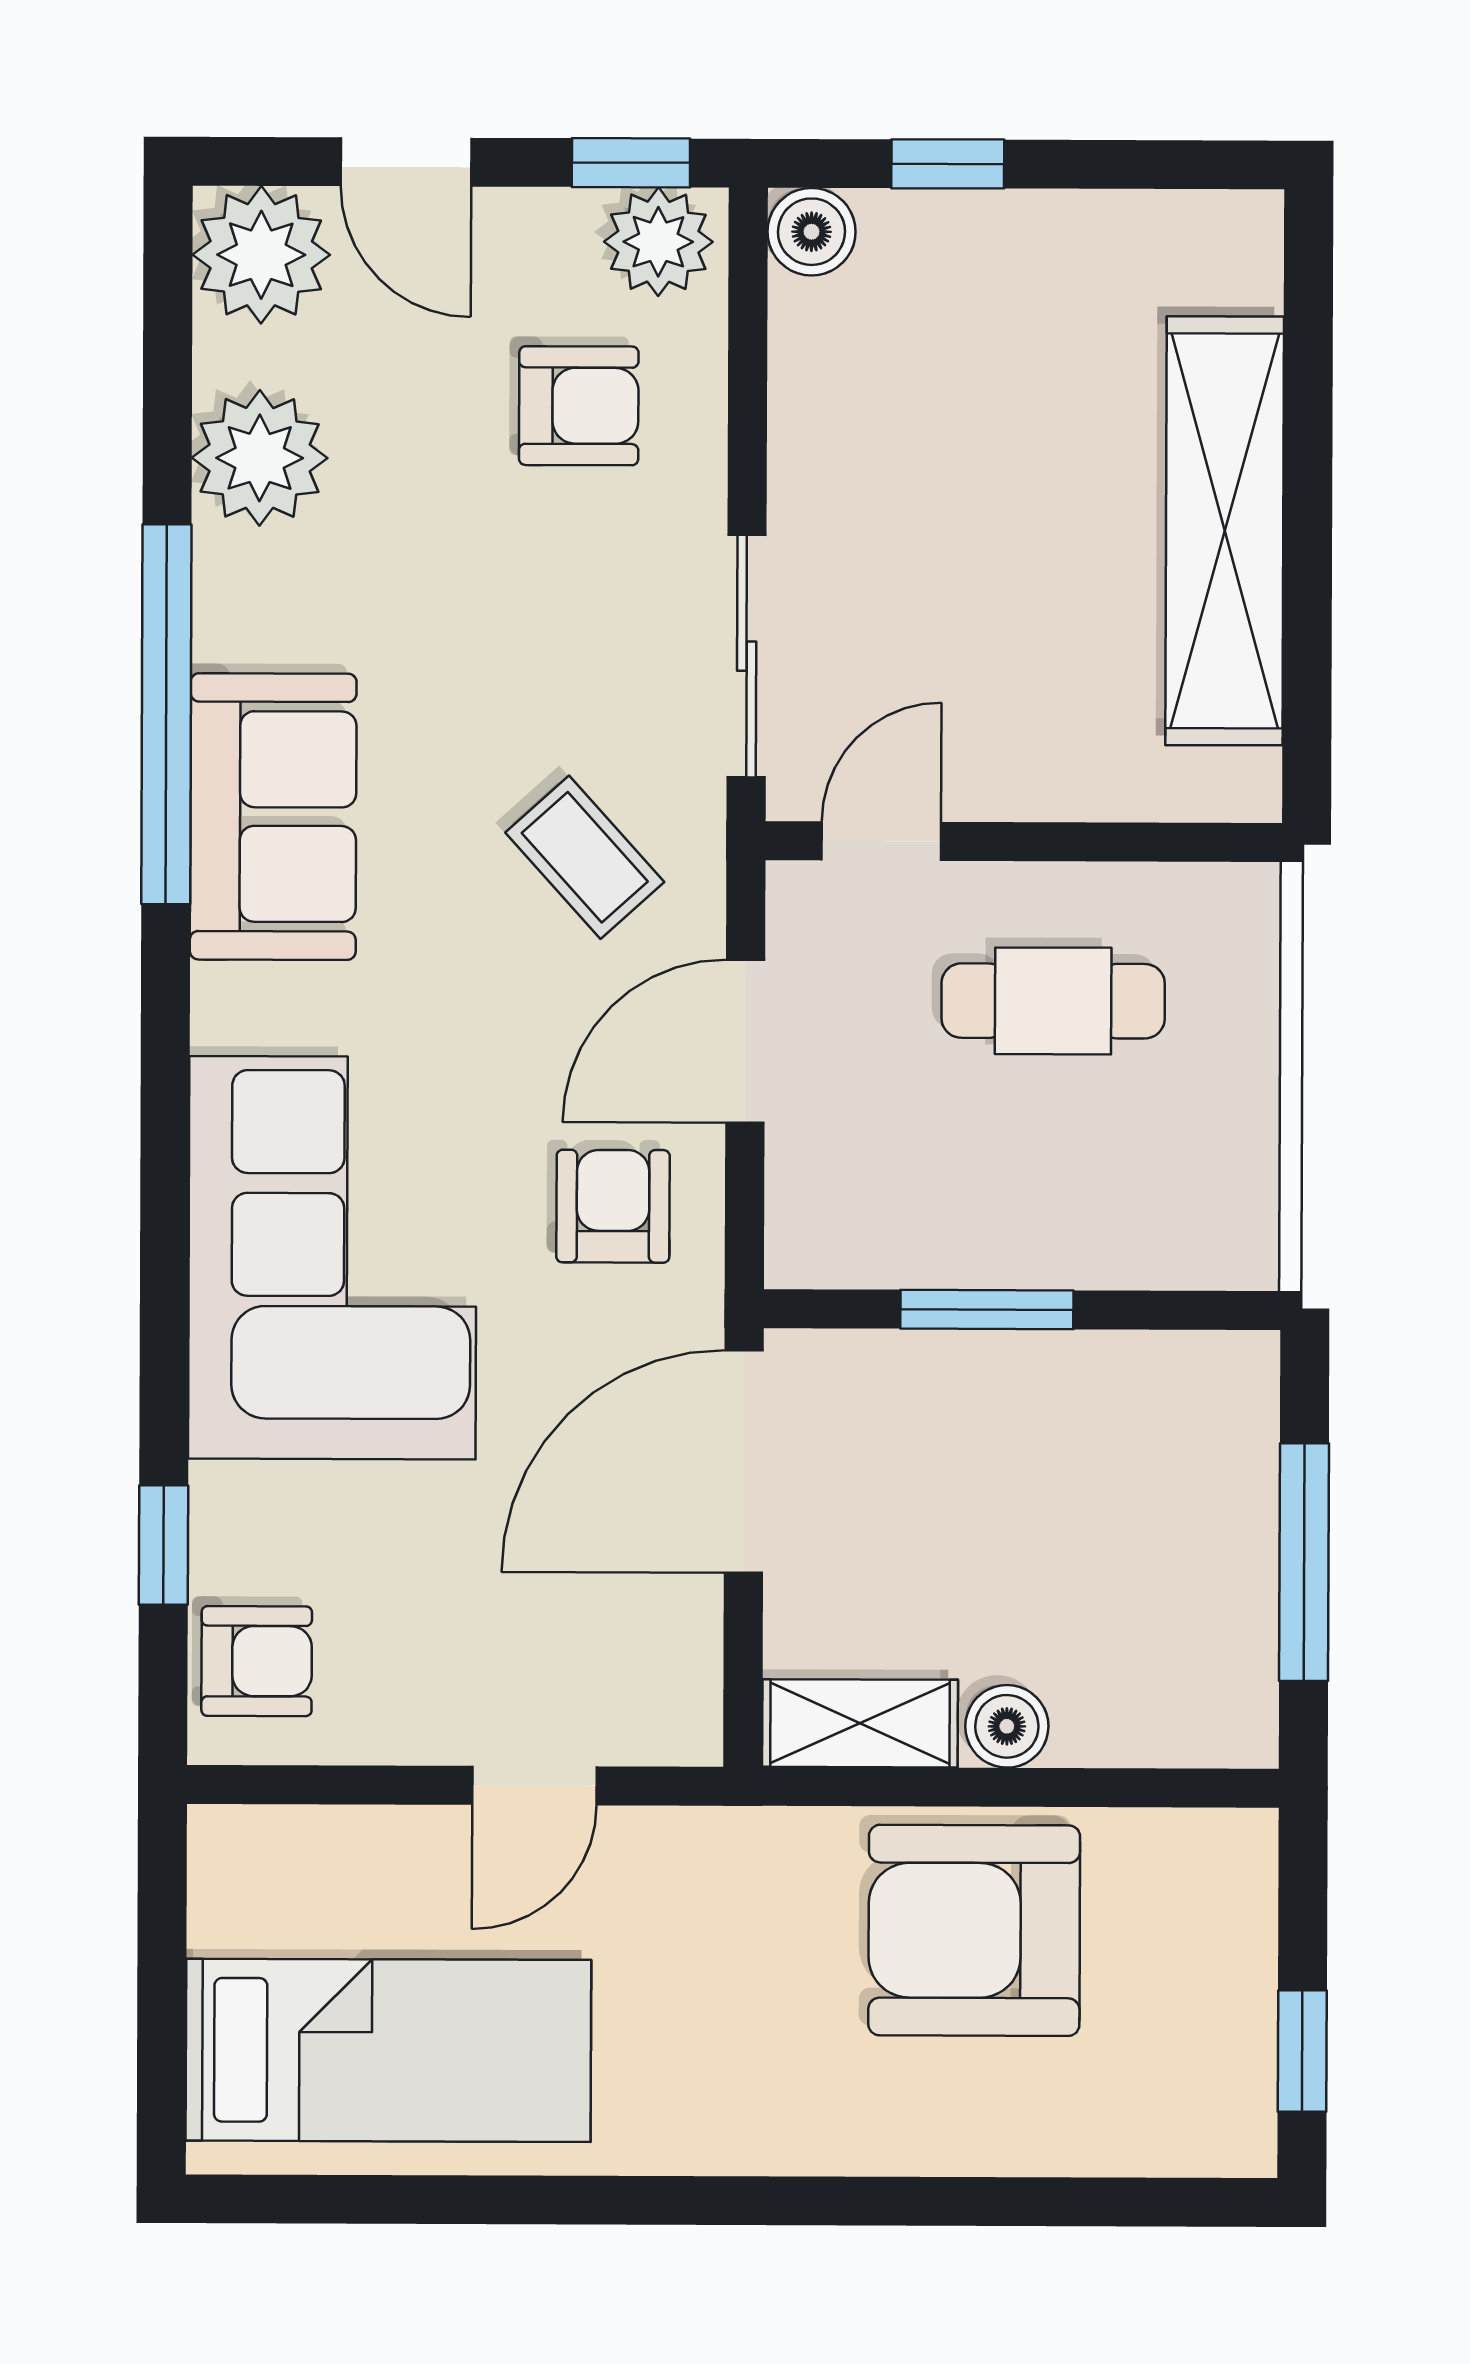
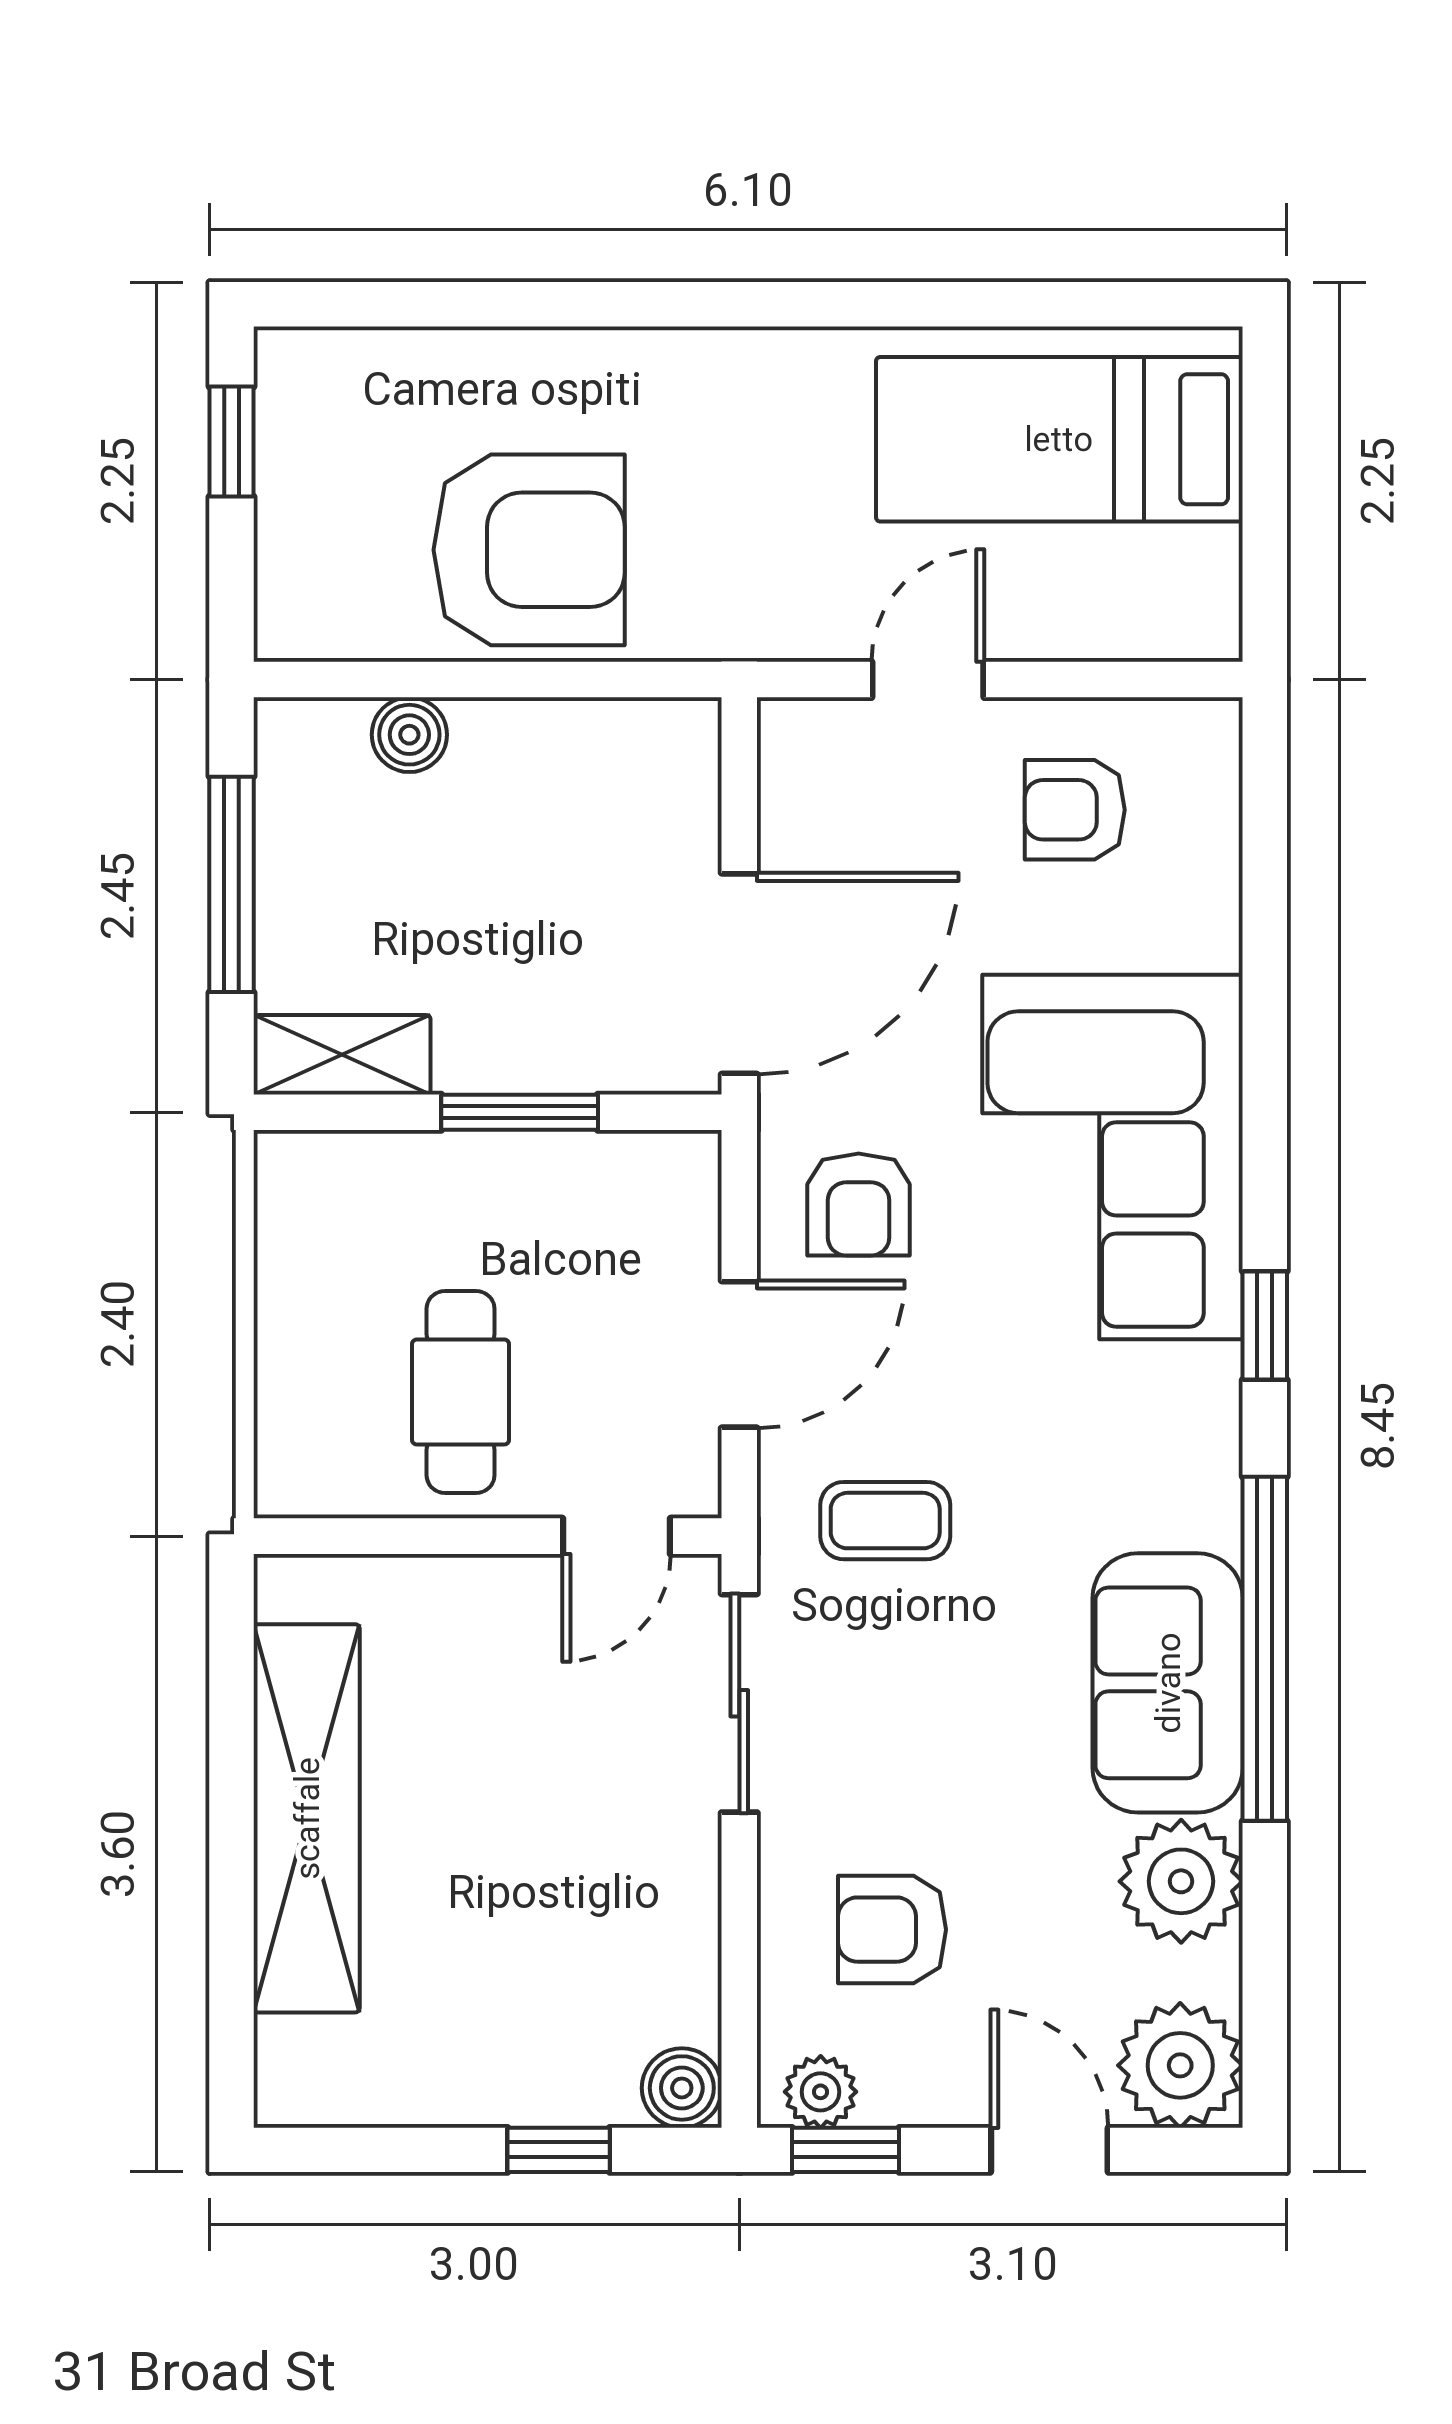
plant: (658, 242) -> (821, 2092), width x0.73, depth x0.73
sofa: (273, 817) -> (1168, 1683), moved
coffee table: (585, 857) -> (885, 1521), turned -48
cafe table: (1053, 1001) -> (461, 1392), turned 90
window: (163, 1545) -> (1265, 1326), moved
armchair: (257, 1661) -> (1075, 810), moved
shelving: (860, 1723) -> (342, 1055), moved
boiler: (1007, 1726) -> (409, 735), moved

